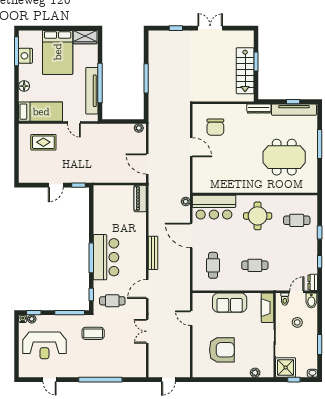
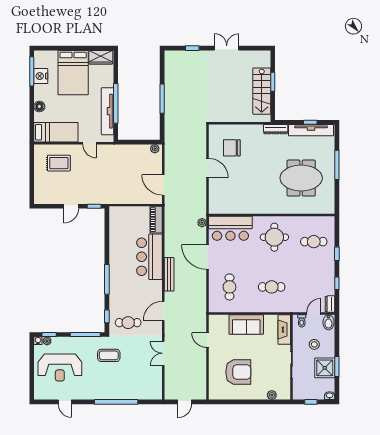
chair: (215, 127) -> (232, 148), turned 90
bar counter: (106, 257) -> (149, 257), moved, turned 180
shower: (286, 368) -> (325, 368), moved

